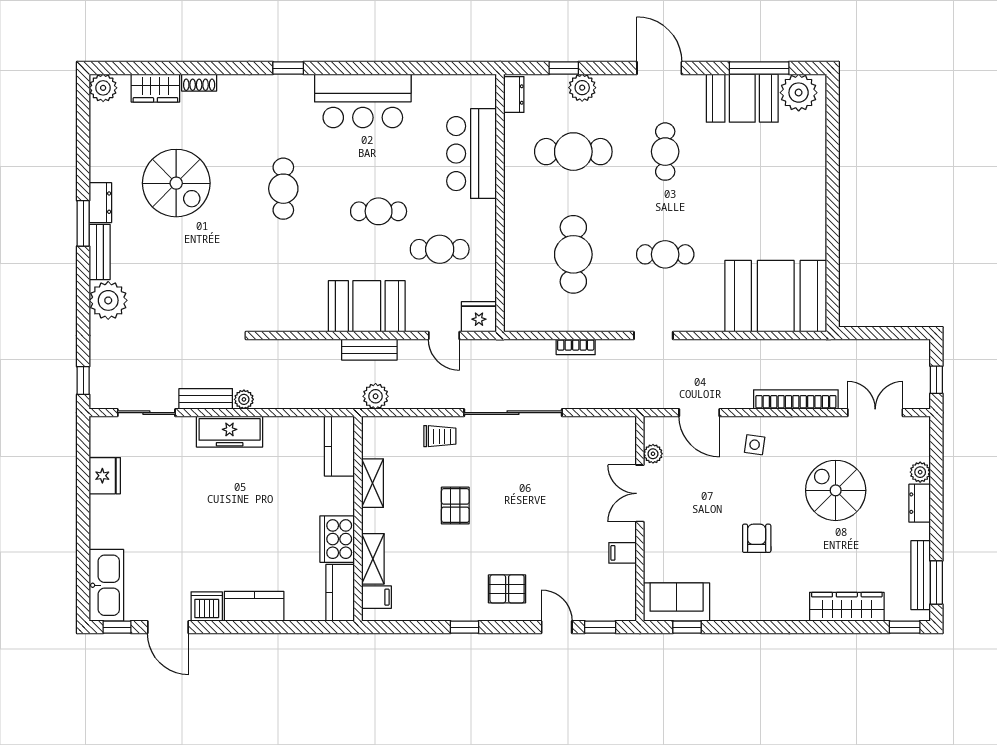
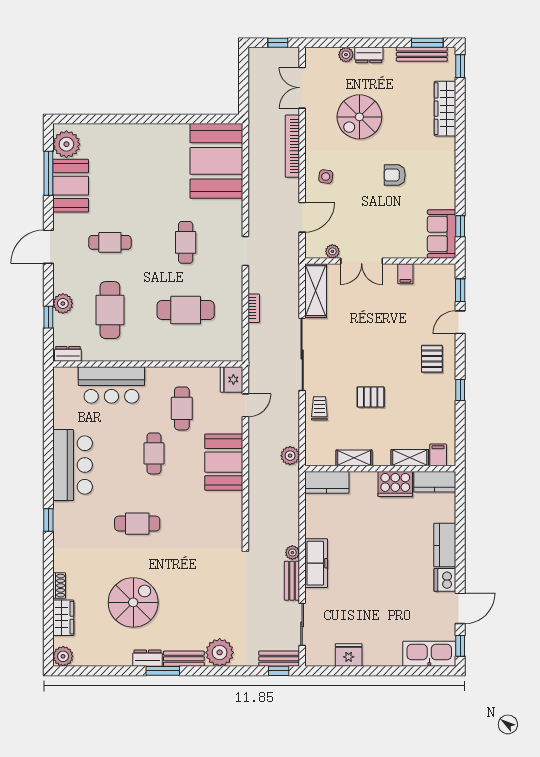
bench: (369, 350) -> (279, 659), moved, turned 90
shelving: (600, 431) -> (316, 291), added

